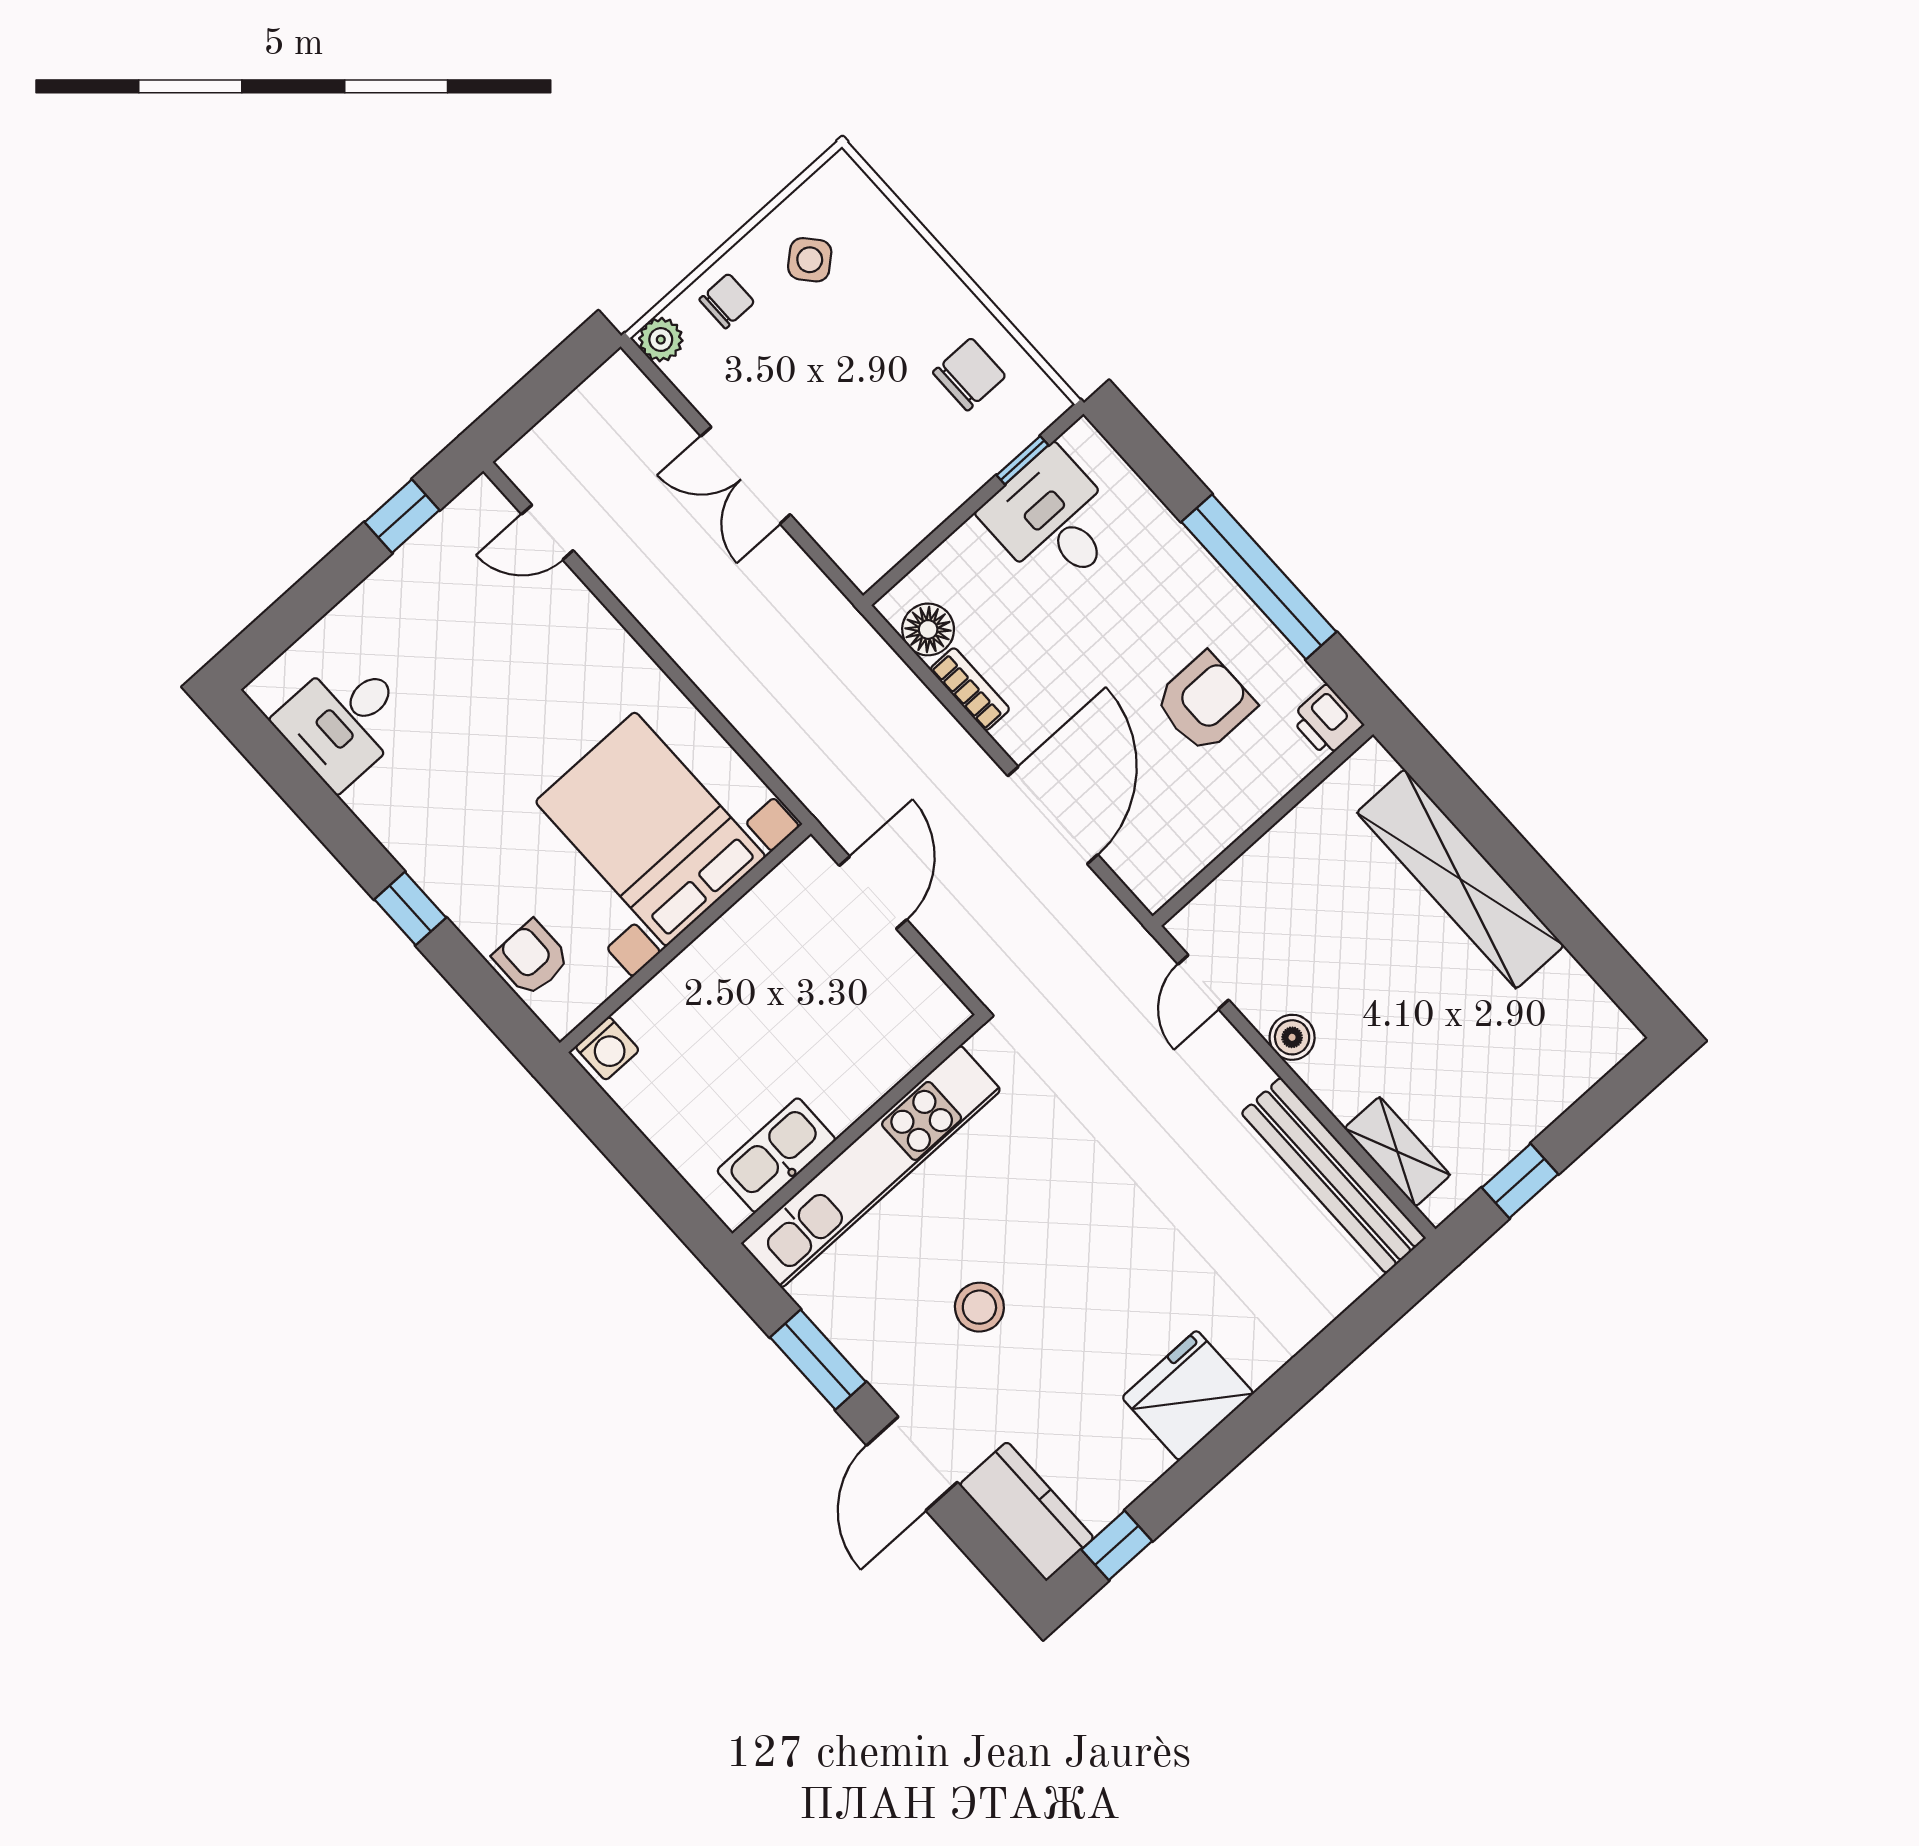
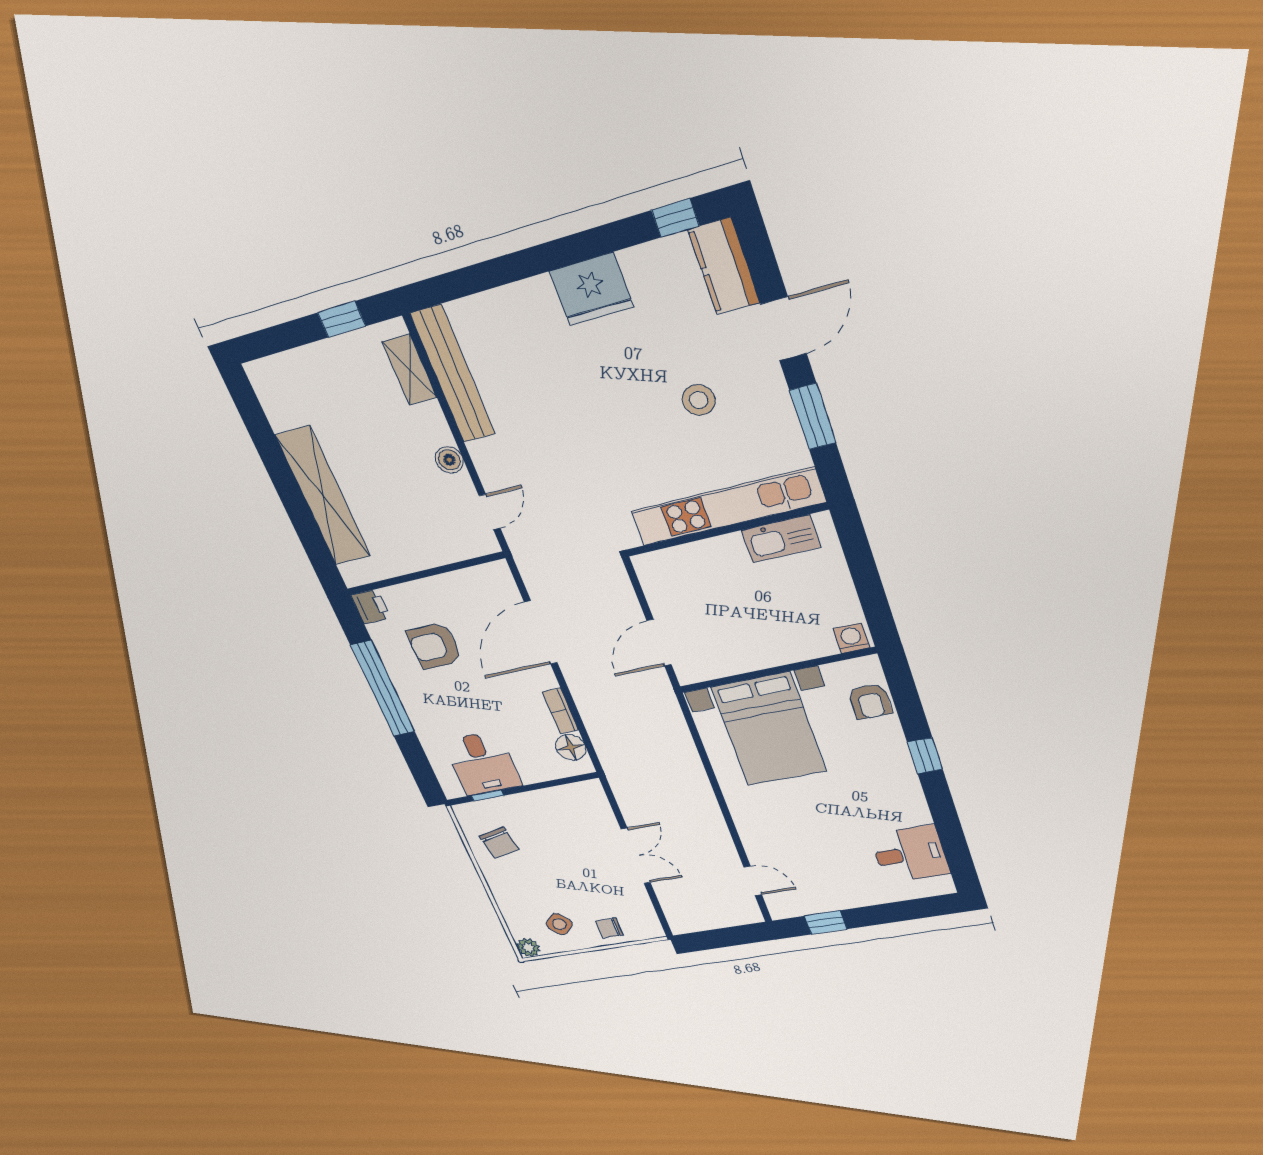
plant: (661, 340) -> (528, 948), moved
chair: (969, 374) -> (499, 843), turned -101

